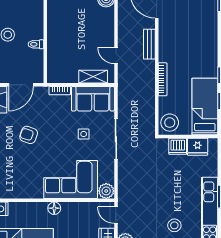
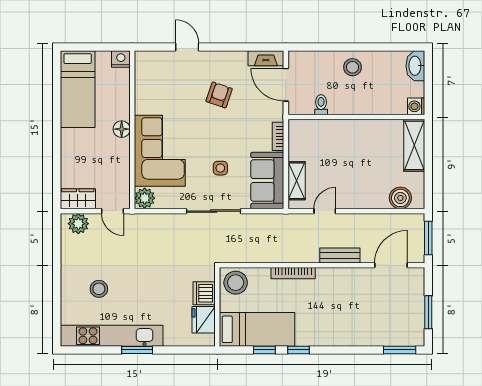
toilet: (36, 44) -> (321, 105), moved
door: (116, 215) -> (112, 211), swing flipped

